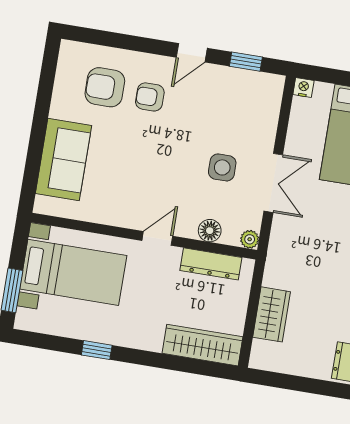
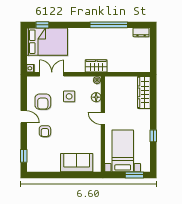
window: (246, 62) -> (24, 156), moved
armchair: (105, 87) -> (43, 102), moved
double door: (273, 183) -> (52, 74), moved
dresser: (211, 264) -> (110, 94), removed
wardrobe: (272, 314) -> (96, 66), moved

